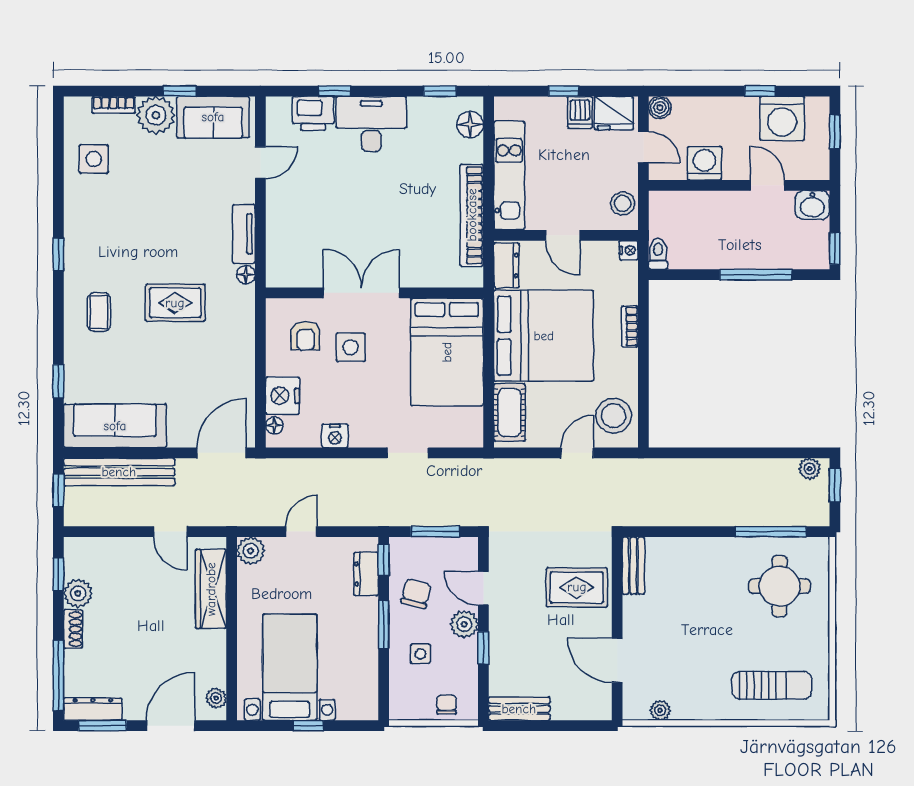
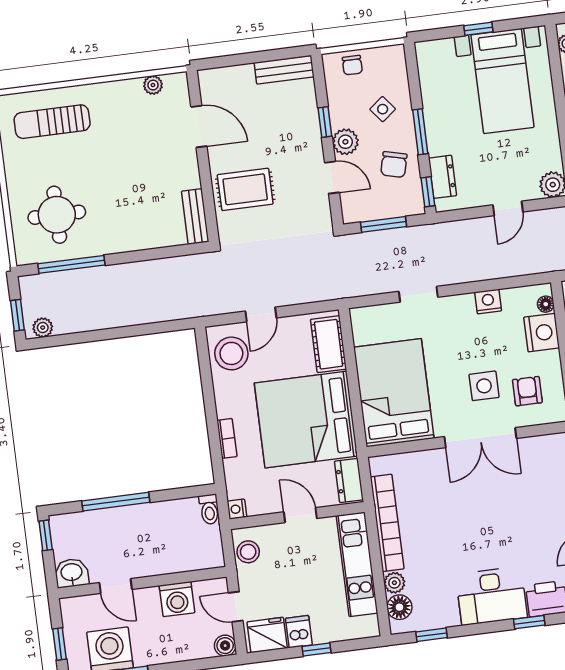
plant: (472, 151) -> (394, 583), added
side table: (420, 654) -> (383, 109), turned -38

